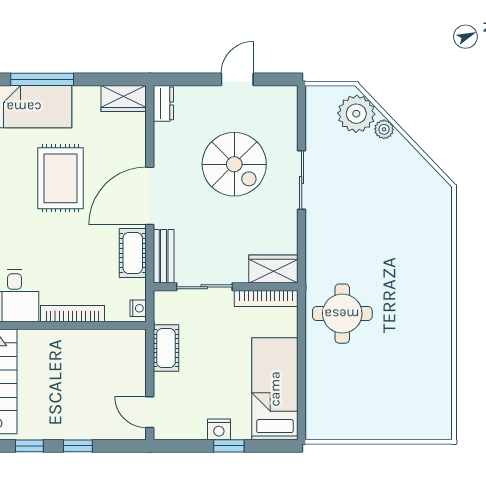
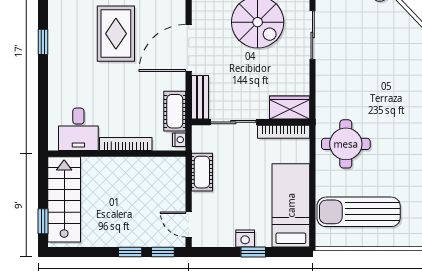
cot: (133, 253) -> (175, 111), moved
sun lounger: (358, 397) -> (359, 212), added
window: (29, 446) -> (163, 252), moved

